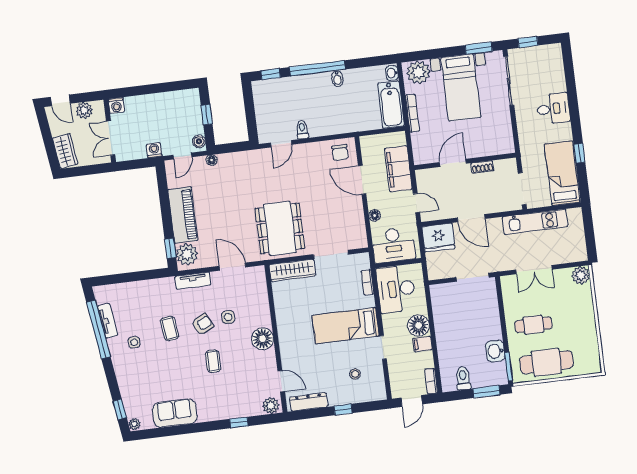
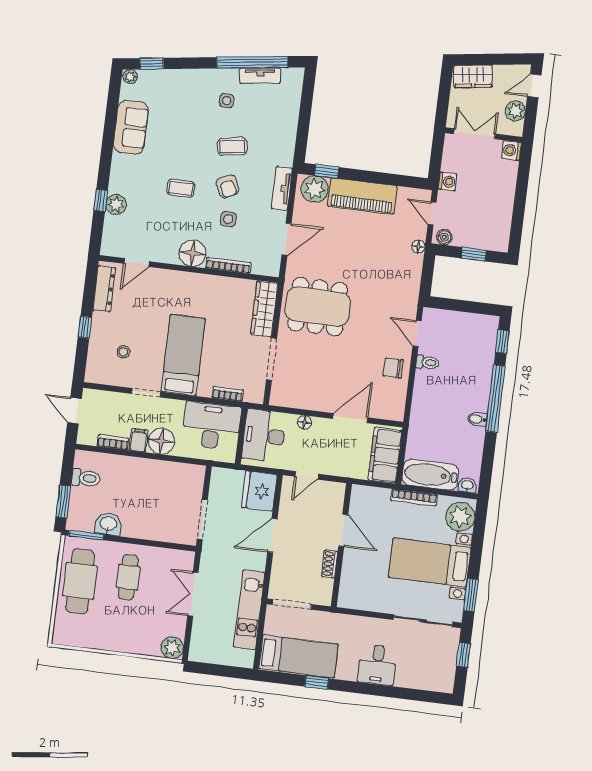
chair: (340, 153) -> (393, 368), moved
filing cabinet: (398, 169) -> (385, 455), moved, turned -90
bookcase: (265, 308) -> (228, 265), added
bookcase: (431, 381) -> (113, 442), moved
plant: (271, 406) -> (116, 204), moved

